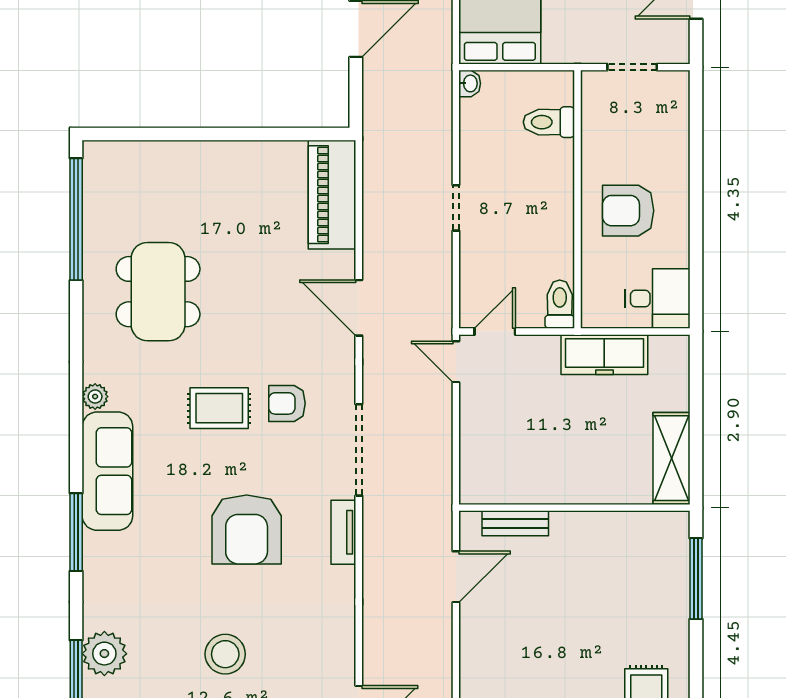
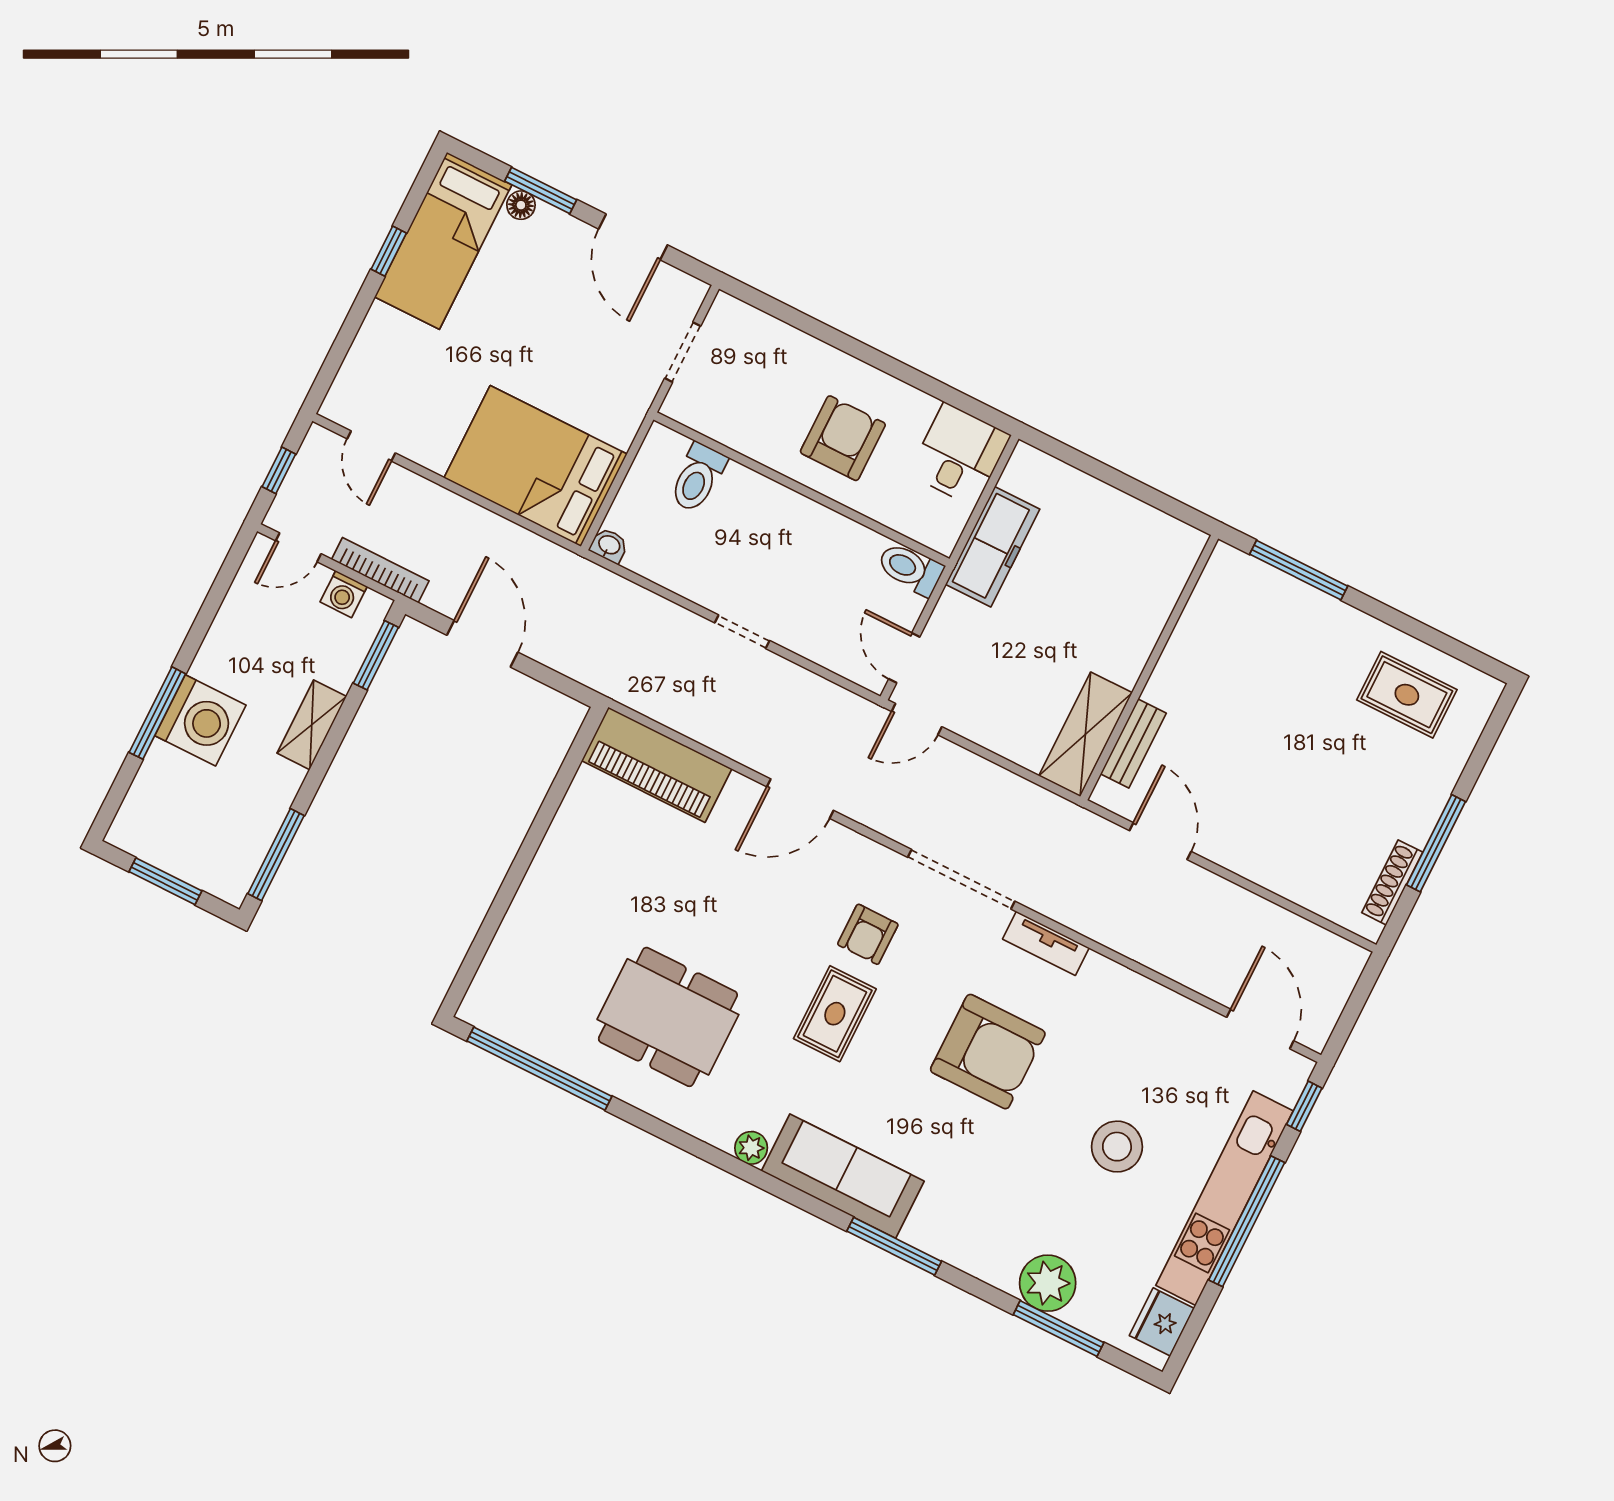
armchair: (628, 211) -> (843, 438), turned 180
shelving: (672, 458) -> (1085, 734), moved, turned 90

